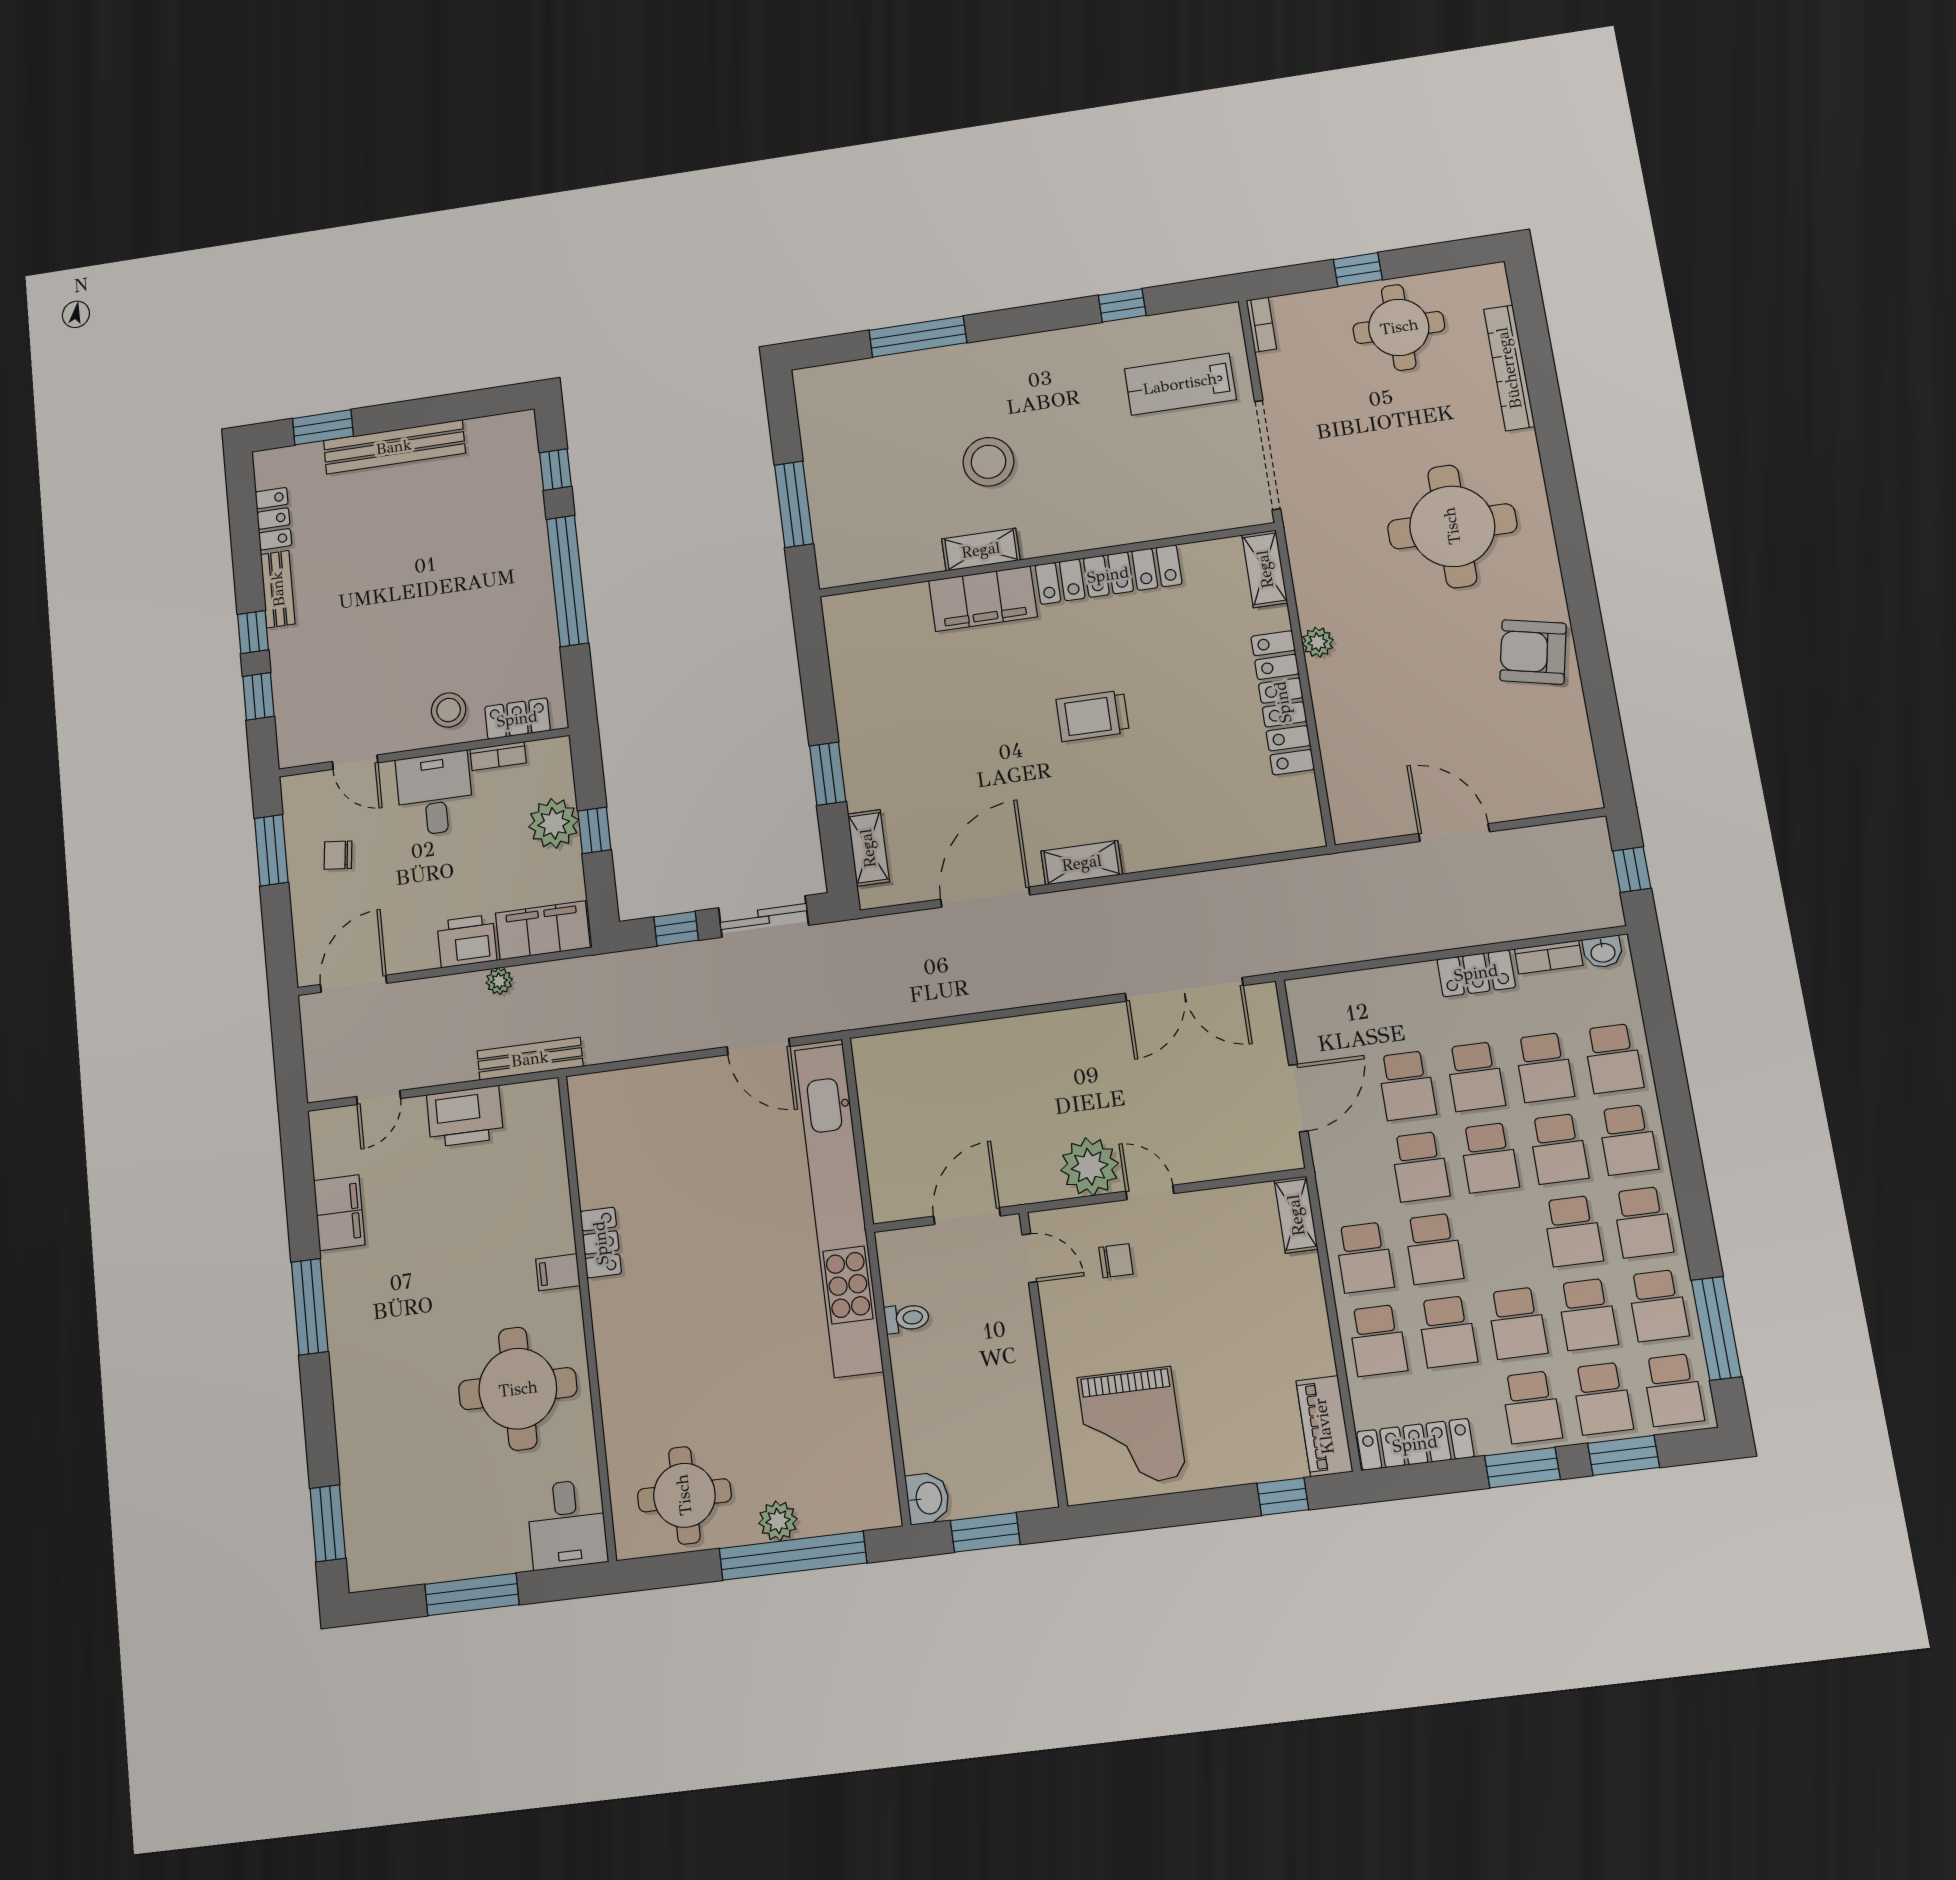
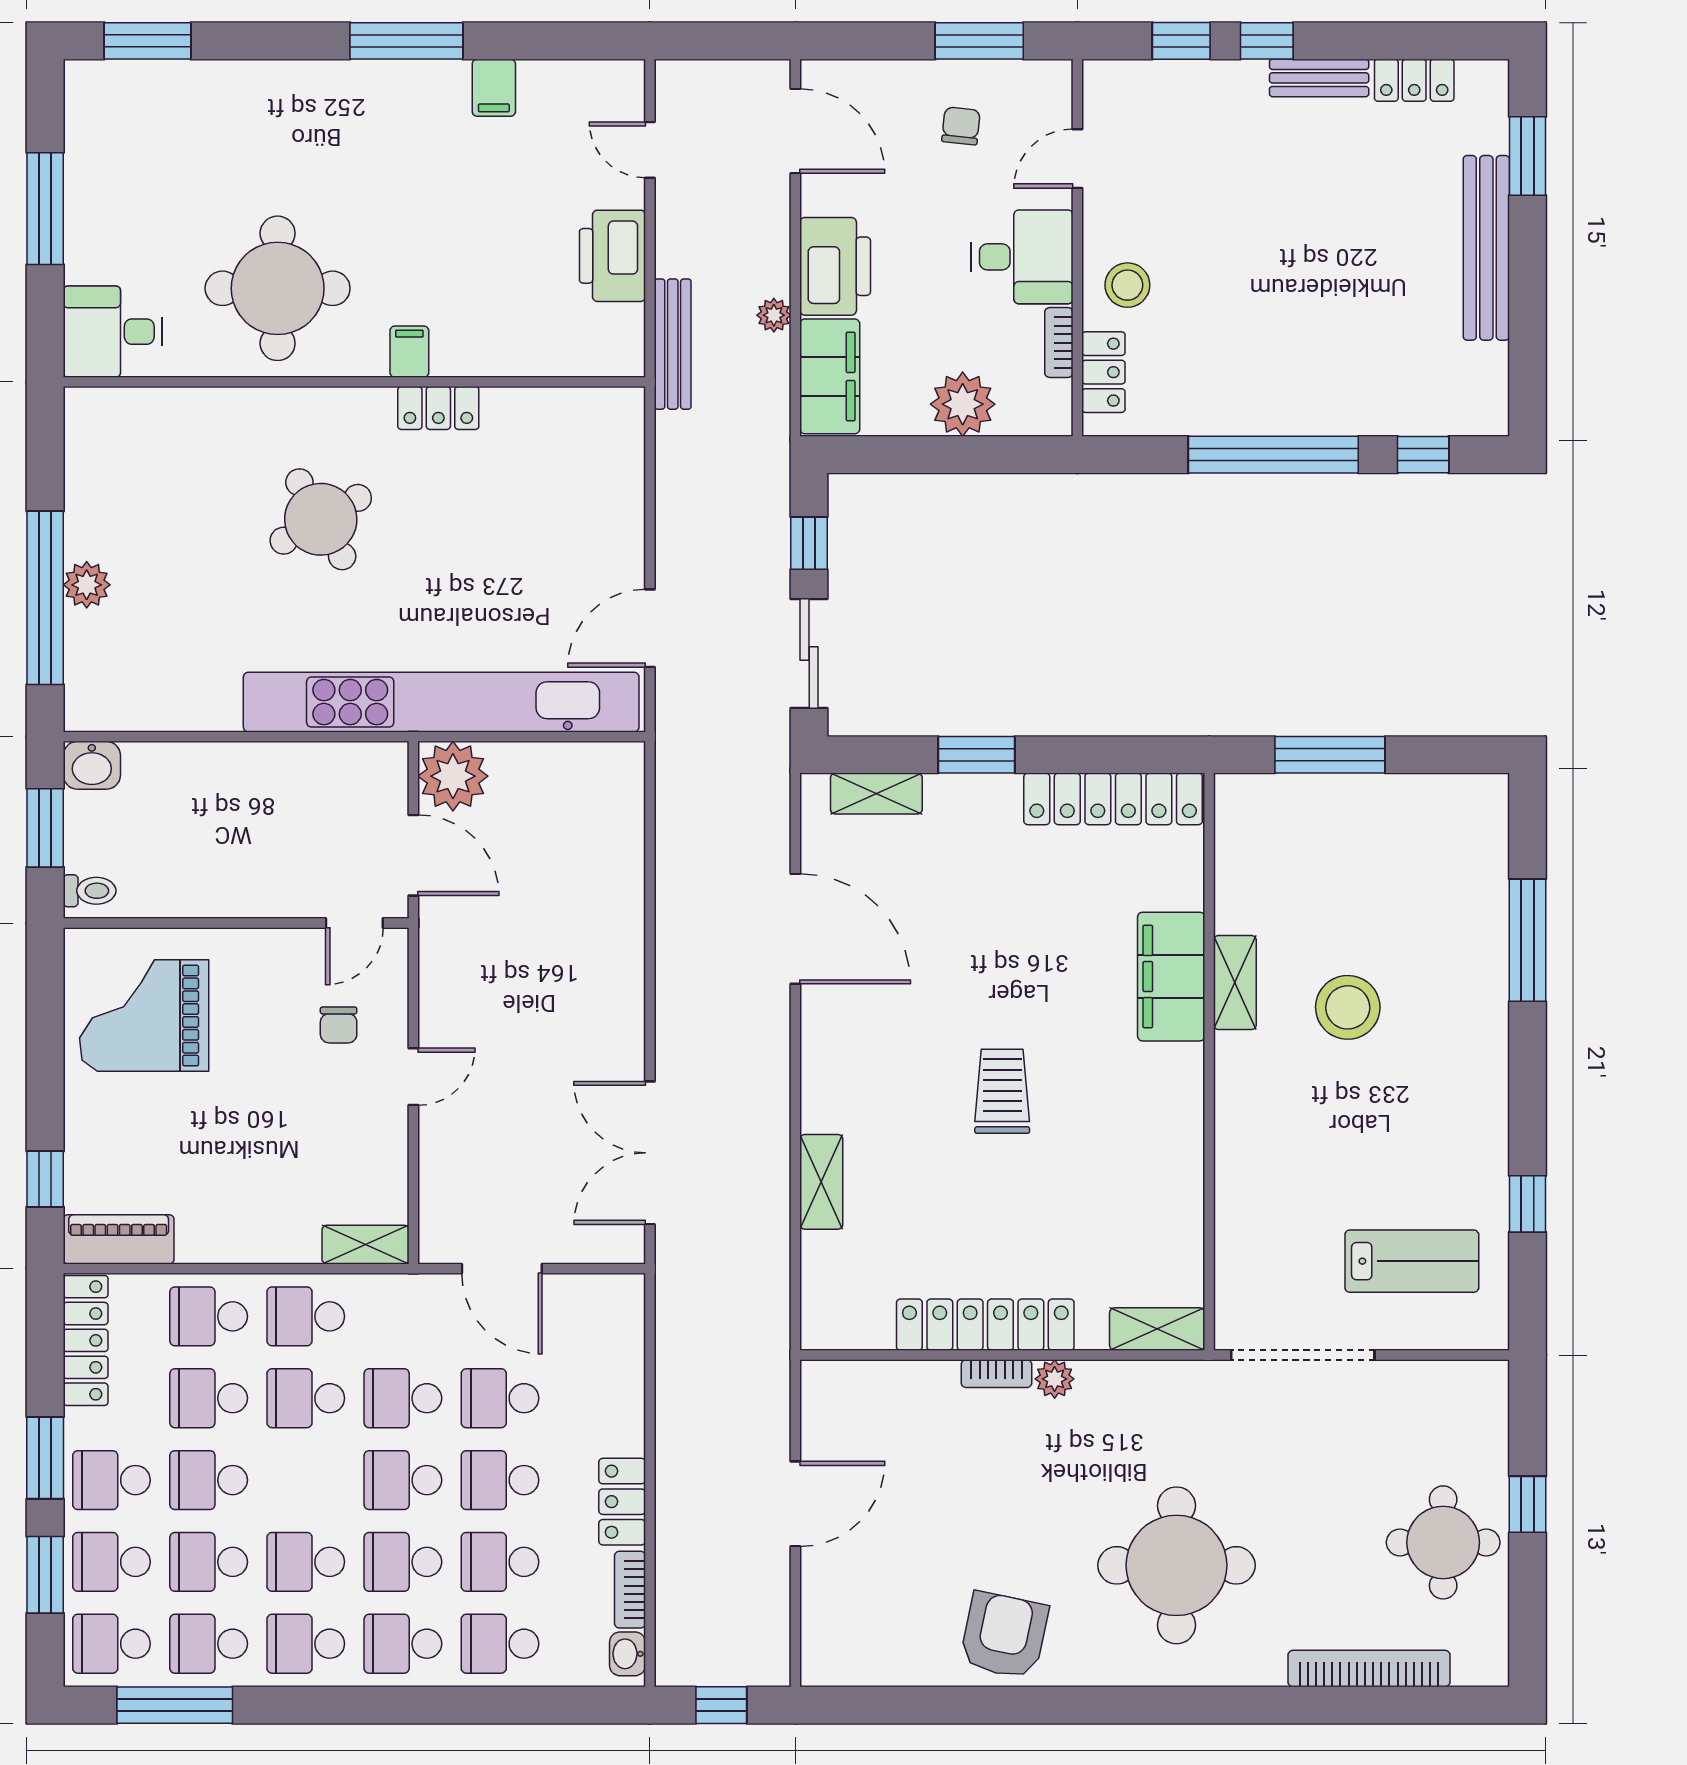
bookcase: (1261, 325) -> (996, 1374), moved
lab bench: (1180, 384) -> (1412, 1261), turned 90
locker: (1108, 575) -> (1113, 799), moved, turned -90
window: (594, 830) -> (947, 455), removed
shelving: (1082, 863) -> (821, 1182), moved
printer: (467, 941) -> (835, 266), width x1.37, depth x1.19
plant: (1090, 1167) -> (453, 776), moved
filing cabinet: (339, 1213) -> (494, 88), width x0.50
toilet: (907, 1318) -> (90, 891), moved, turned -90
round table: (684, 1495) -> (321, 519), moved, turned -30

